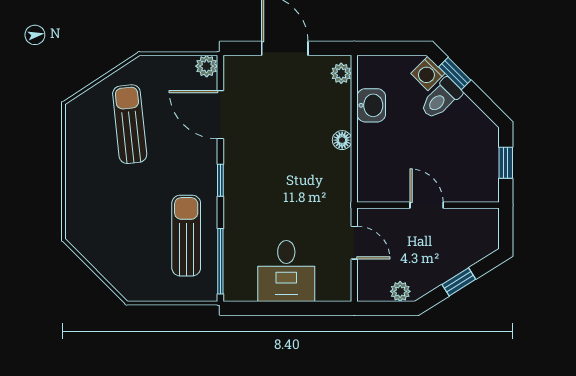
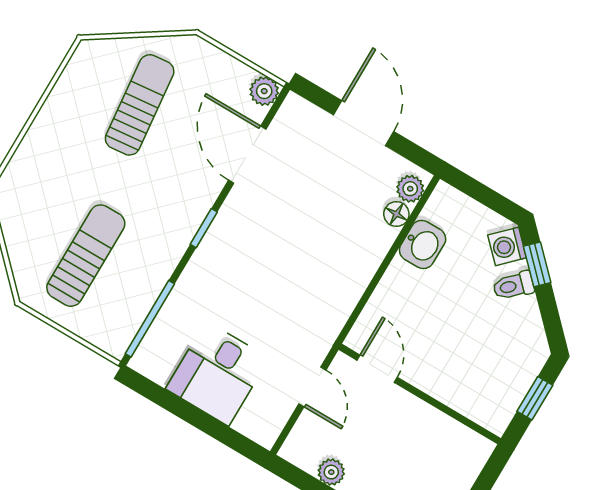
toilet: (441, 99) -> (513, 286), width x0.73, depth x0.72
floor lamp: (342, 140) -> (396, 214), moved
door: (427, 205) -> (377, 369), moved
sun lounger: (186, 236) -> (86, 256), moved

